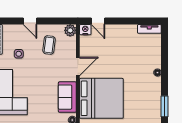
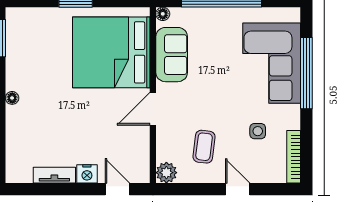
tv unit: (149, 29) -> (54, 175), moved
nightstand: (85, 30) -> (87, 174), moved

